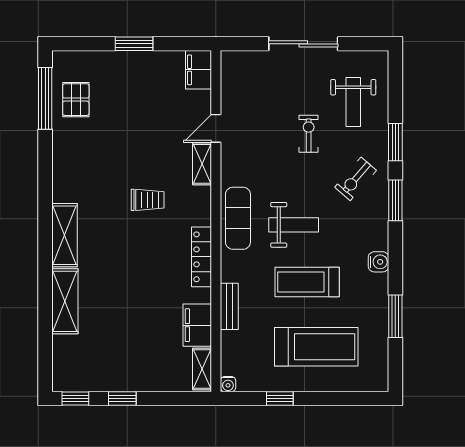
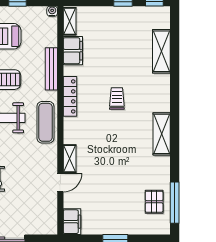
trolley: (148, 200) -> (117, 99), moved, turned 90
shelving: (64, 235) -> (162, 134), moved
shelving: (65, 301) -> (161, 51), moved
bench: (229, 306) -> (51, 69), width x1.36

